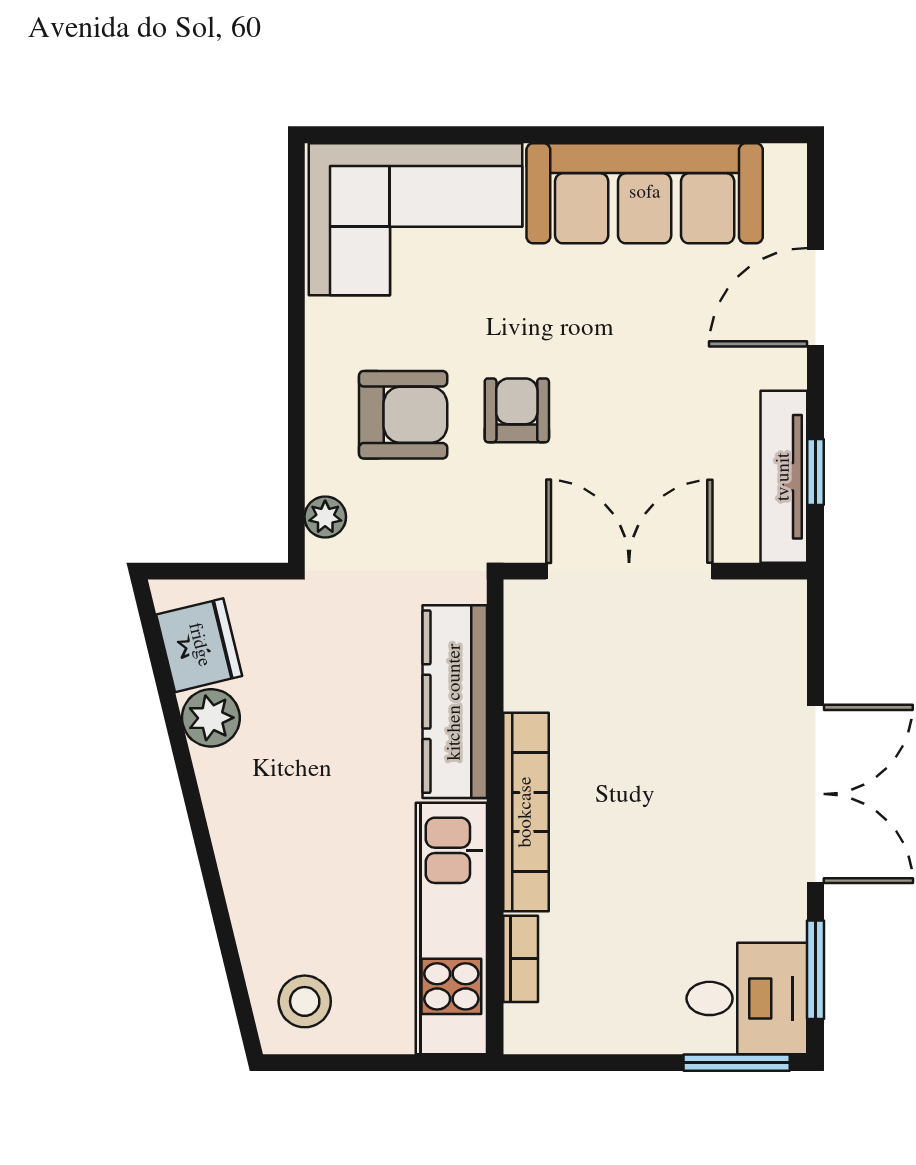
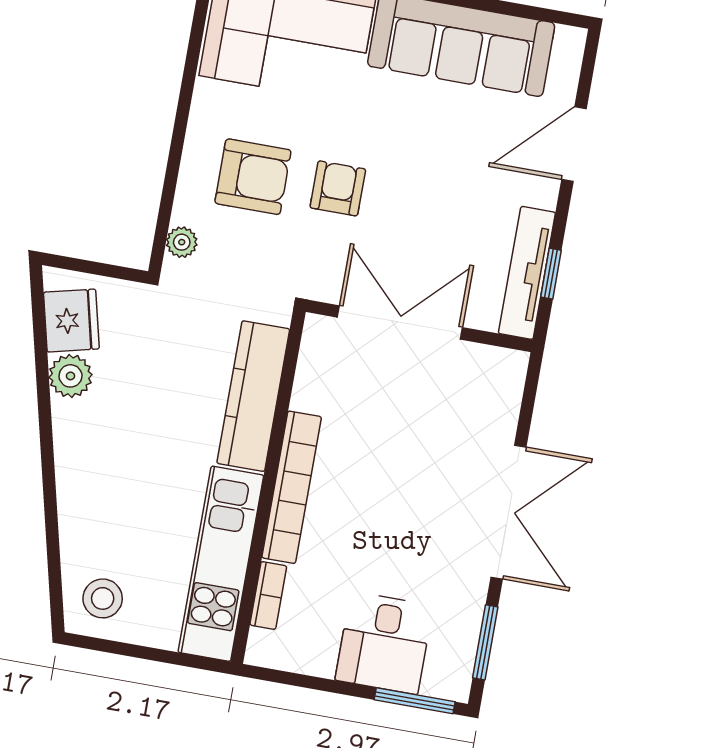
desk: (747, 998) -> (384, 643), moved, turned 90

